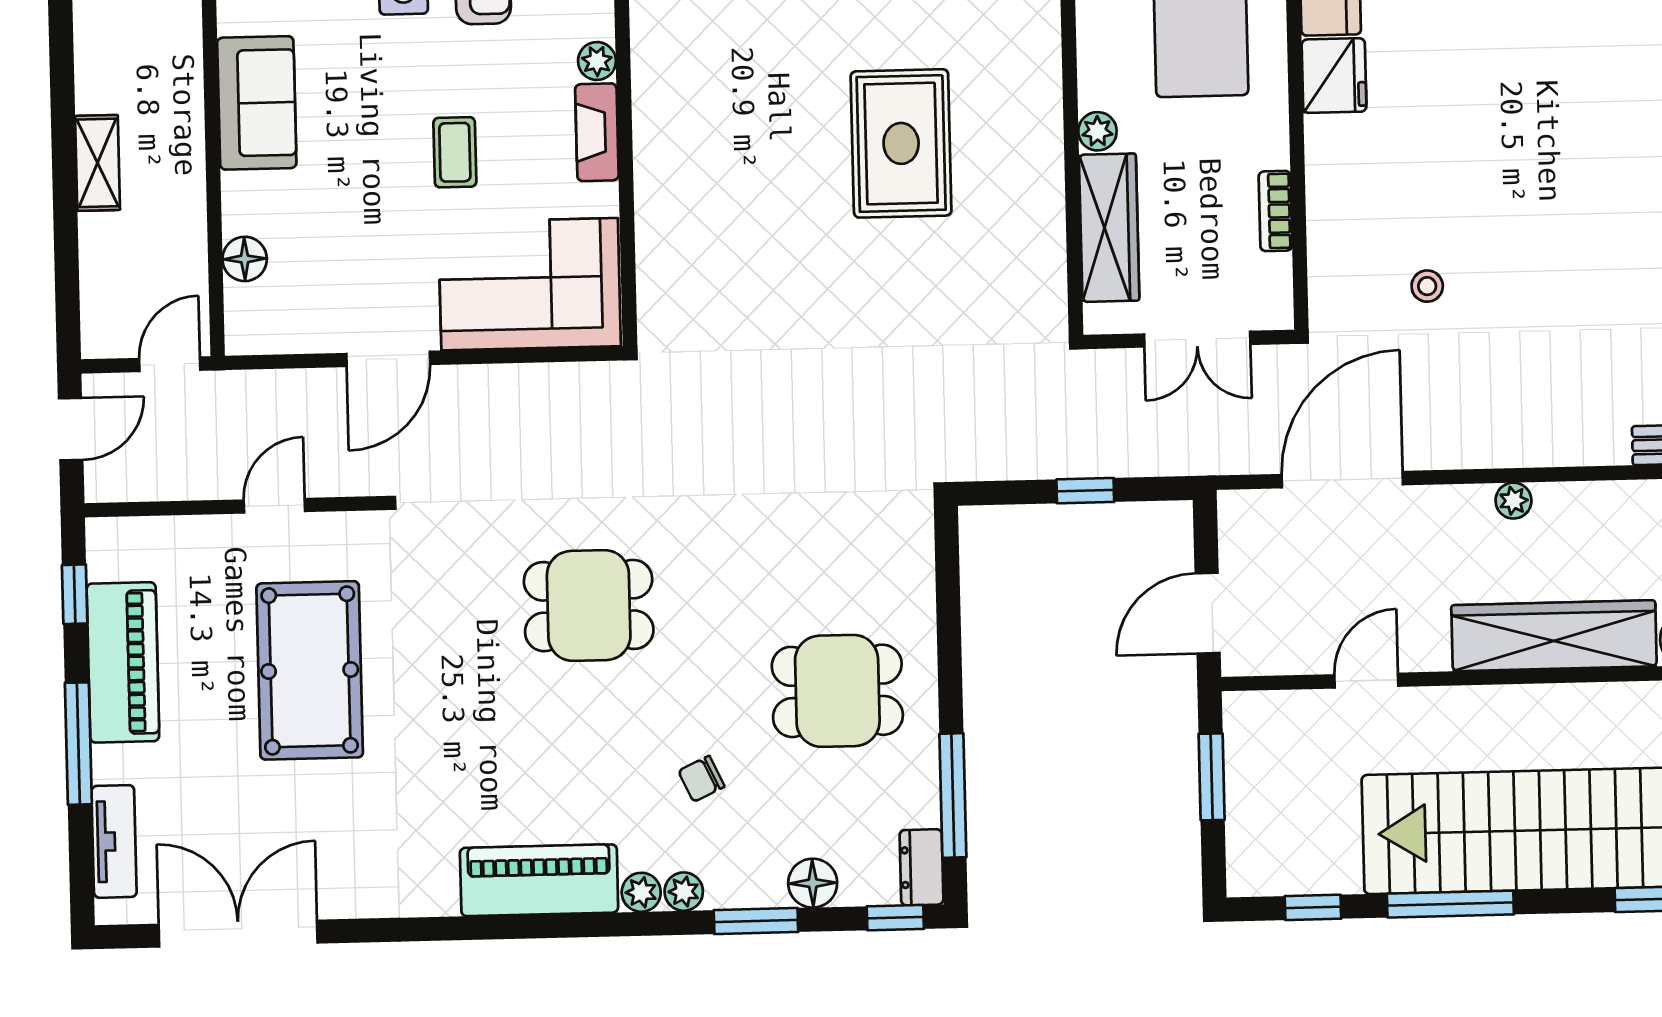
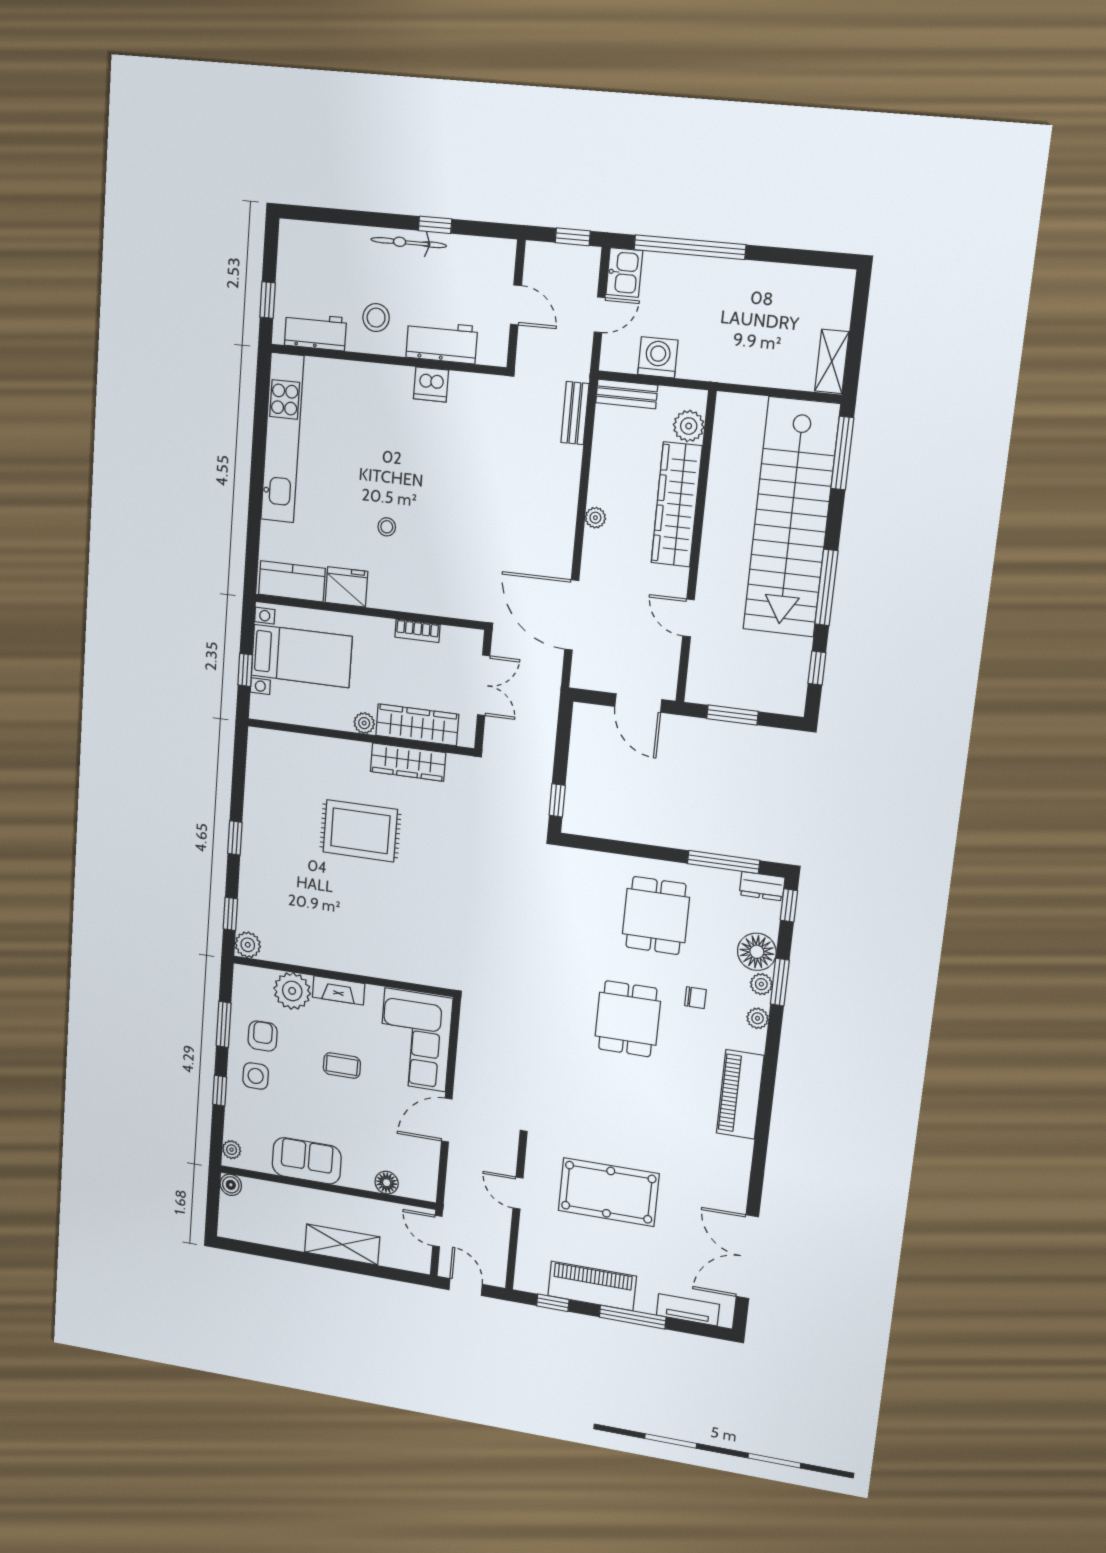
plant: (597, 61) -> (292, 991), width x1.87, depth x1.87
shelving: (98, 163) -> (342, 1245), width x1.50, depth x1.33
wardrobe: (1040, 218) -> (408, 762), added
stool: (1427, 286) -> (387, 527), moved
door: (388, 359) -> (447, 1120), swing flipped
window: (1085, 491) -> (557, 800), moved
dining table: (589, 606) -> (628, 1019), moved
chair: (701, 779) -> (695, 998), turned -65
floor lamp: (813, 883) -> (757, 952), width x1.38, depth x1.38
plant: (641, 892) -> (761, 984), moved

